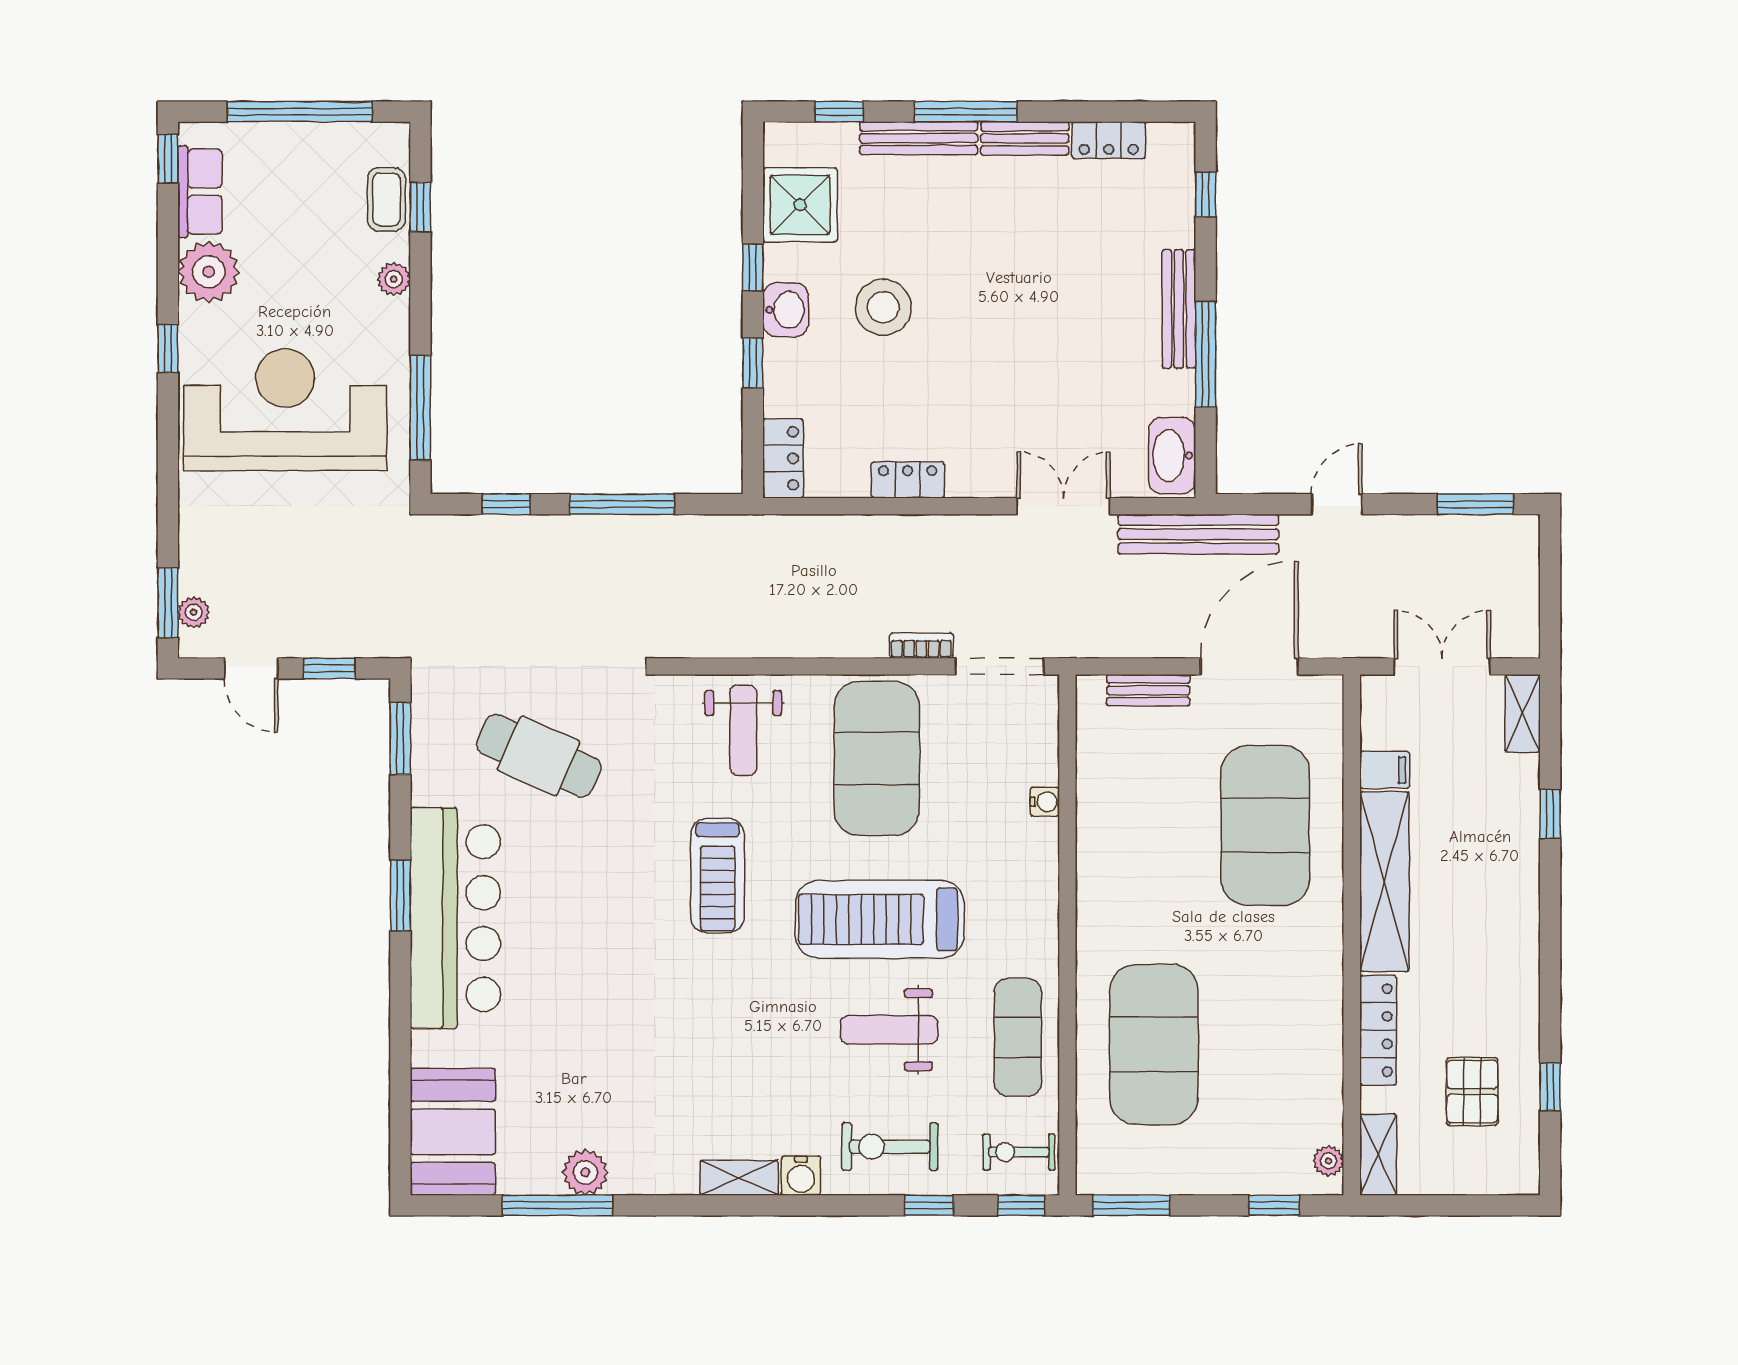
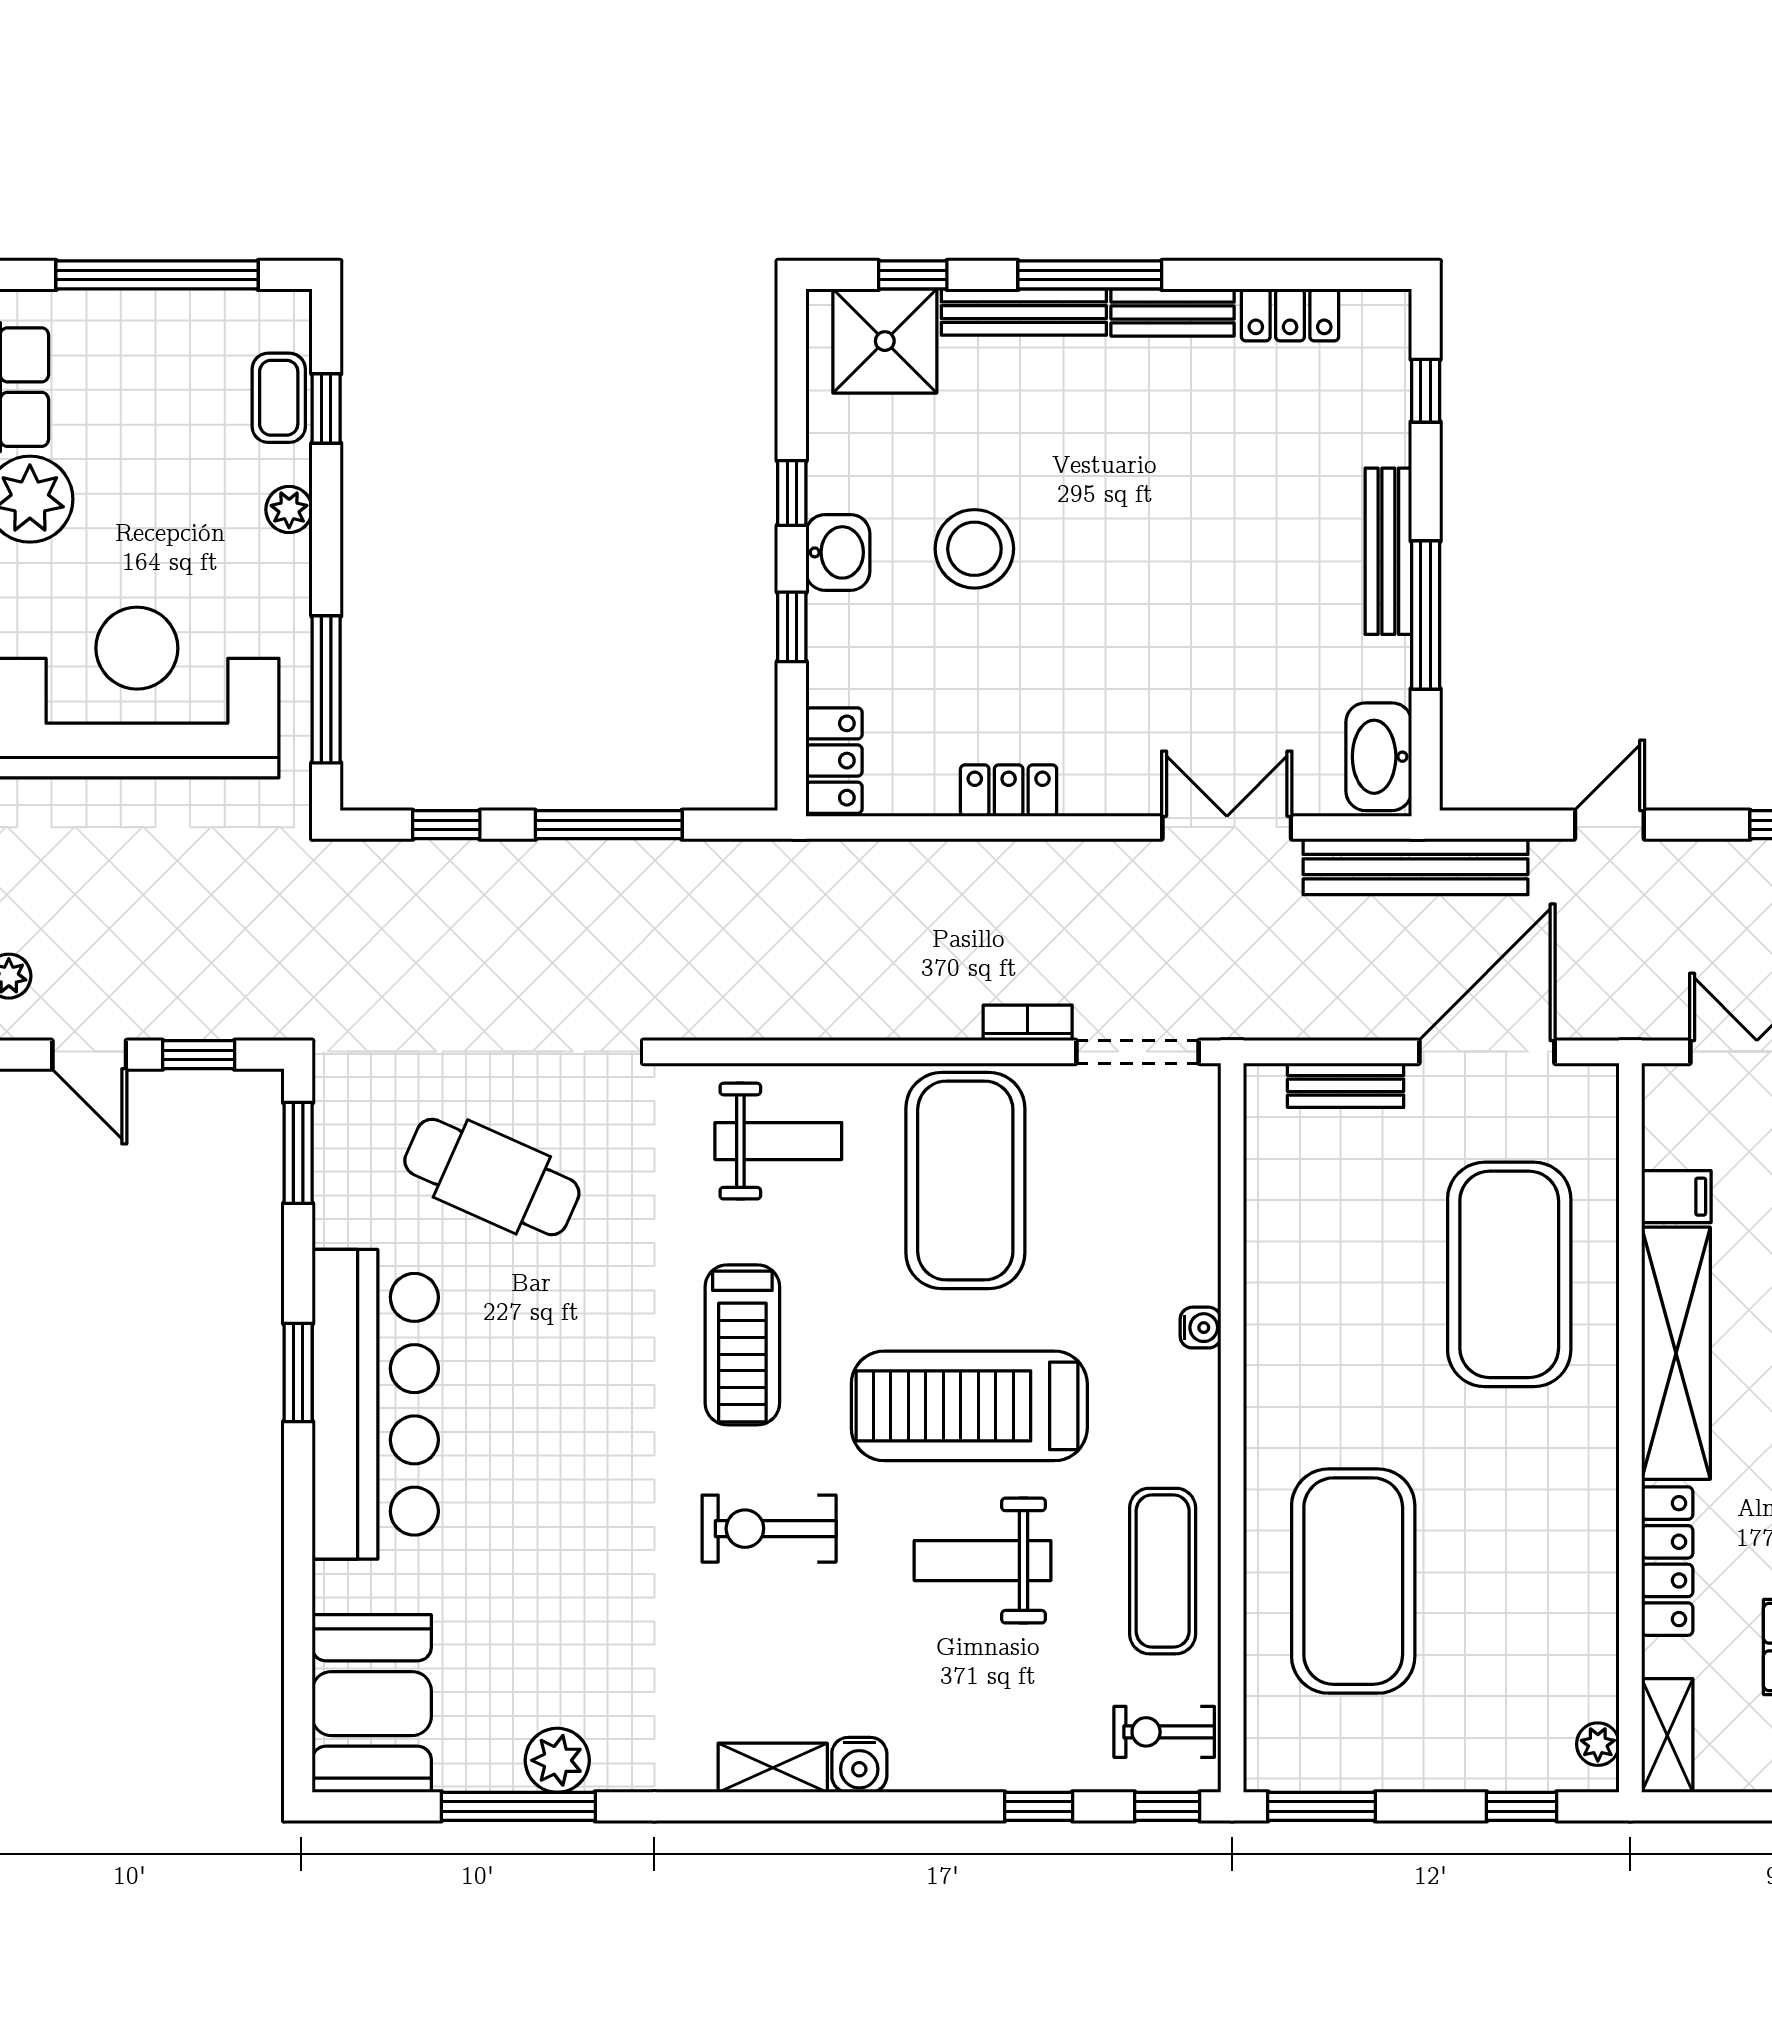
shower: (800, 205) -> (885, 341), moved
weight bench: (743, 730) -> (778, 1141), turned -90
water cooler: (1045, 802) -> (1201, 1328), moved
exercise bike: (890, 1147) -> (769, 1529), moved

